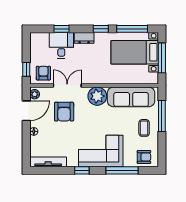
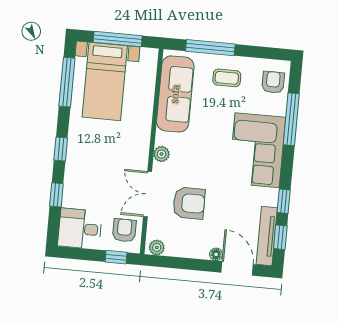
window: (101, 29) -> (61, 149), moved
dresser: (84, 38) -> (74, 160), removed
desk: (61, 45) -> (80, 229), moved
armchair: (43, 73) -> (124, 230), turned 90
plant: (97, 96) -> (162, 154), width x0.53, depth x0.53
door: (26, 111) -> (237, 268), moved
window: (48, 170) -> (280, 237), added
window: (82, 170) -> (284, 201), moved

